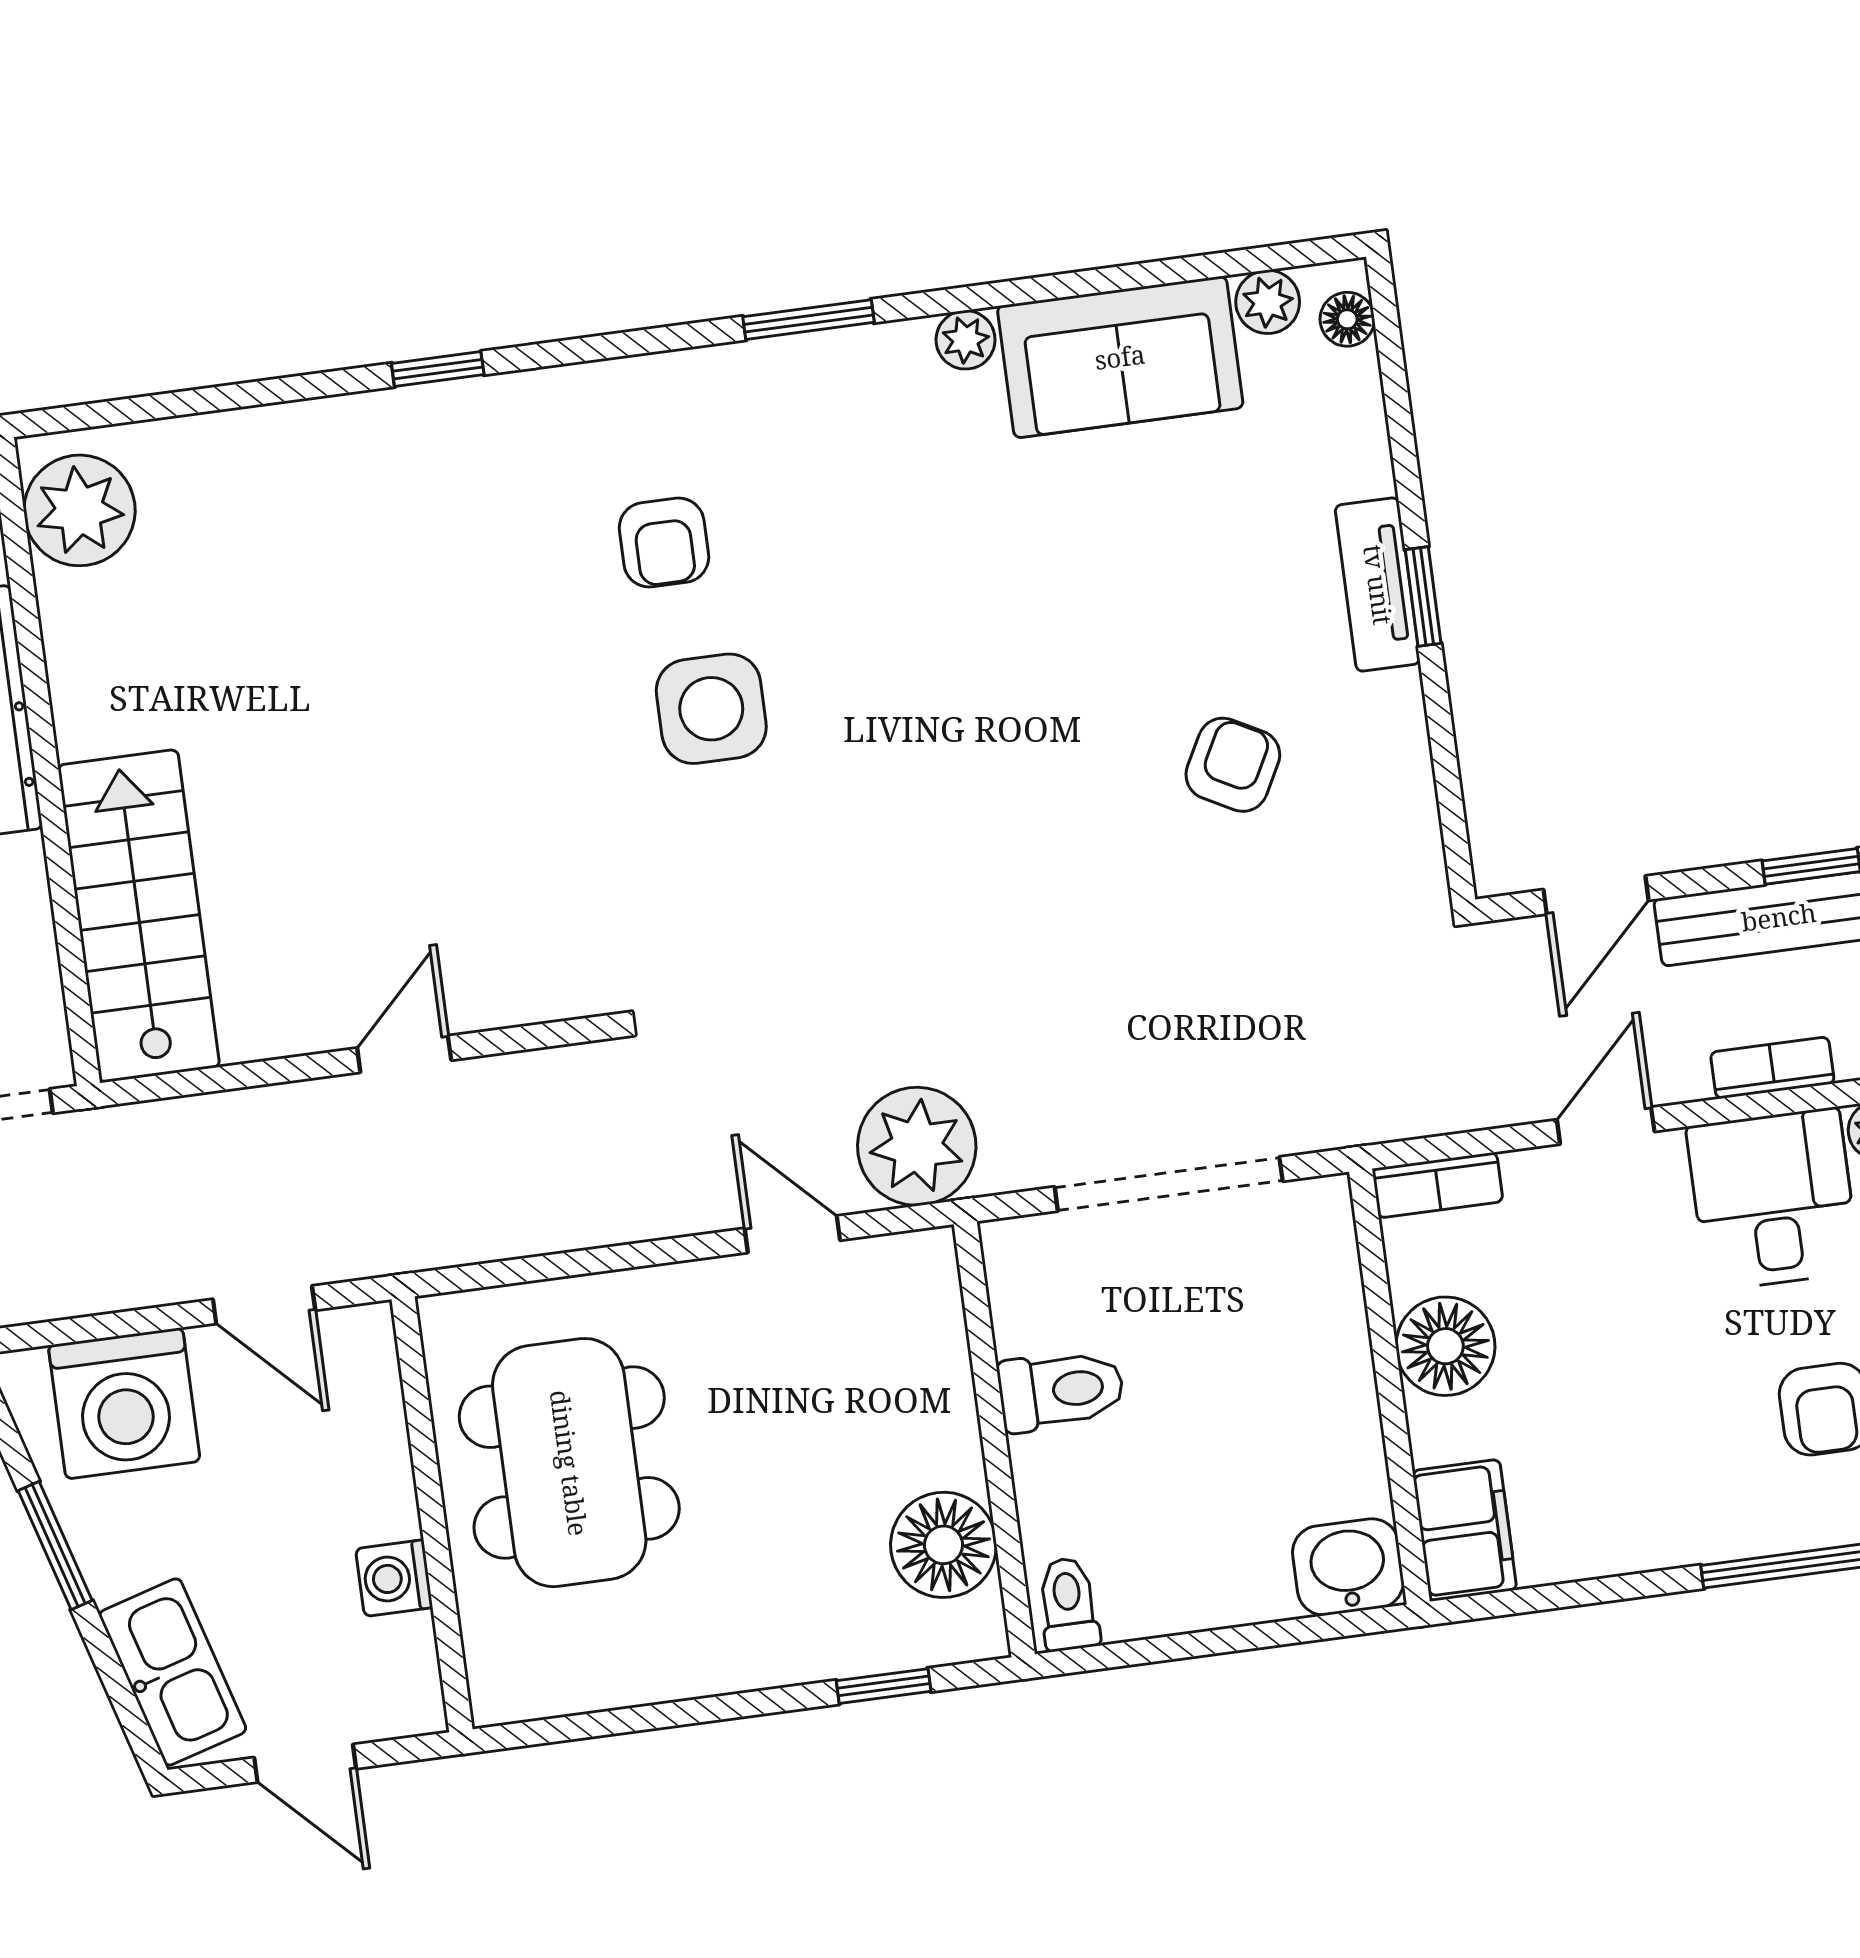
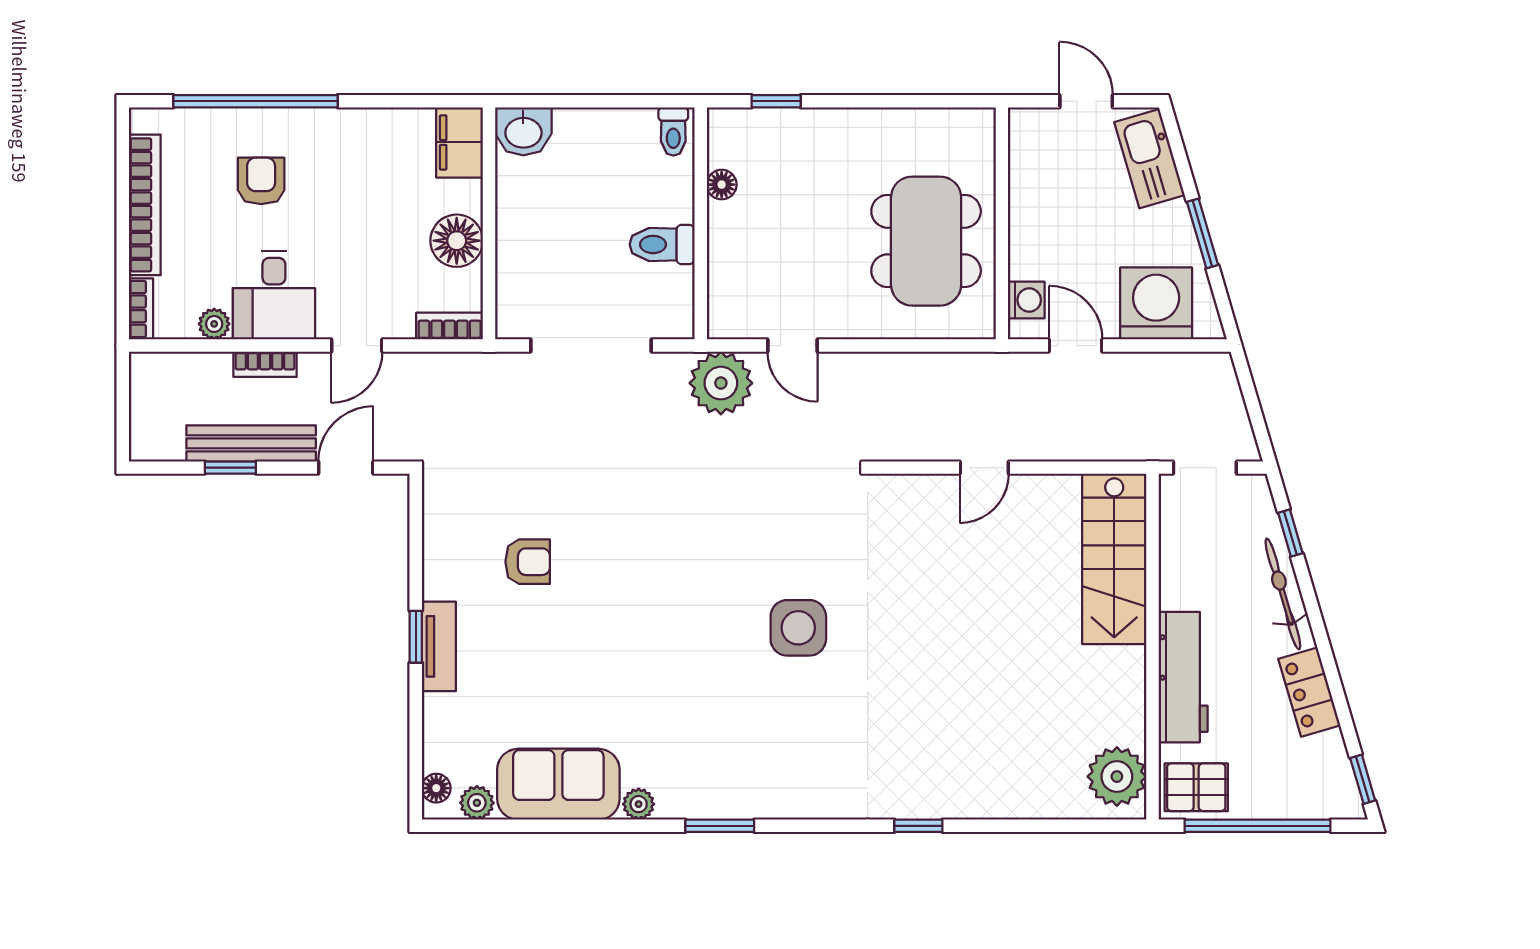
armchair: (664, 543) -> (812, 719), removed
armchair: (1233, 765) -> (528, 562), turned -118
floor lamp: (943, 1545) -> (722, 185), width x0.53, depth x0.53
washing machine: (394, 1578) -> (1026, 300), moved

